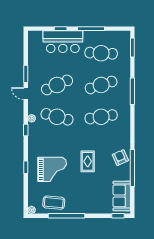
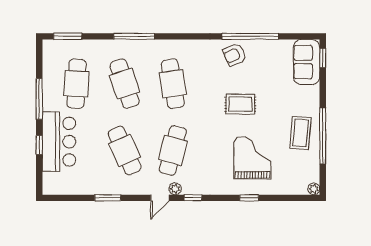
door: (26, 94) -> (160, 198), moved
sofa: (122, 196) -> (307, 62), moved, turned 90
coffee table: (54, 203) -> (300, 133), moved

